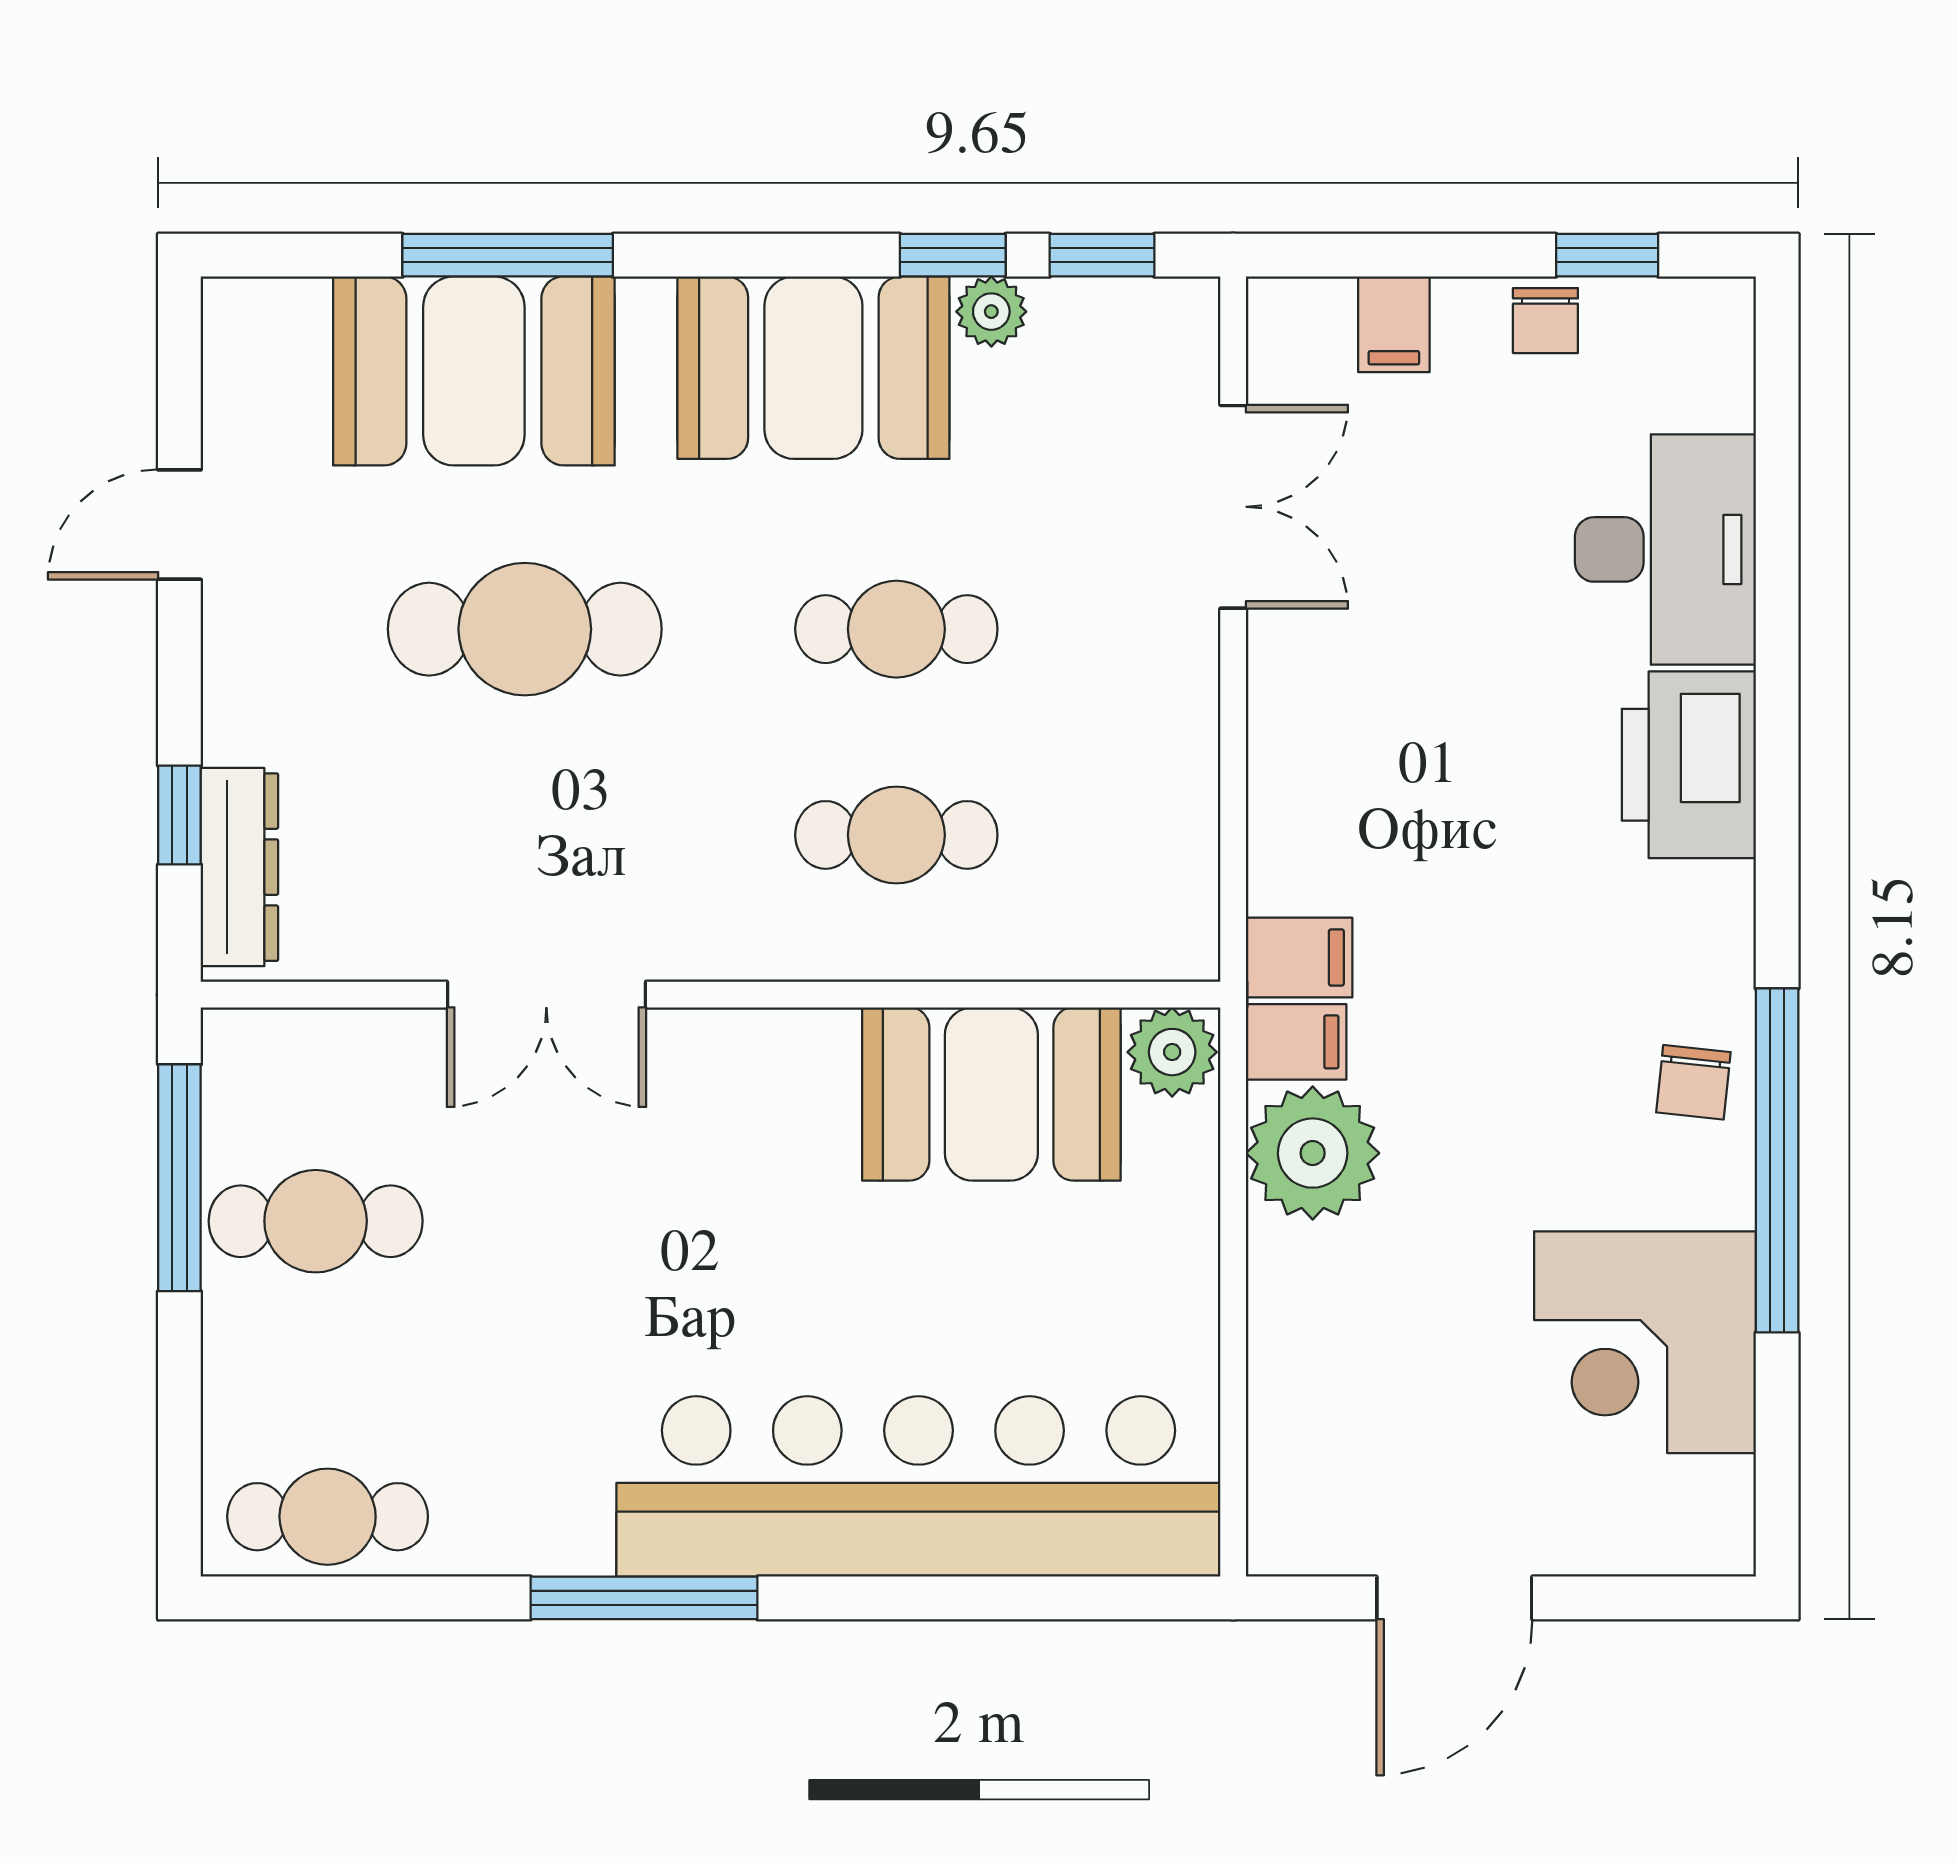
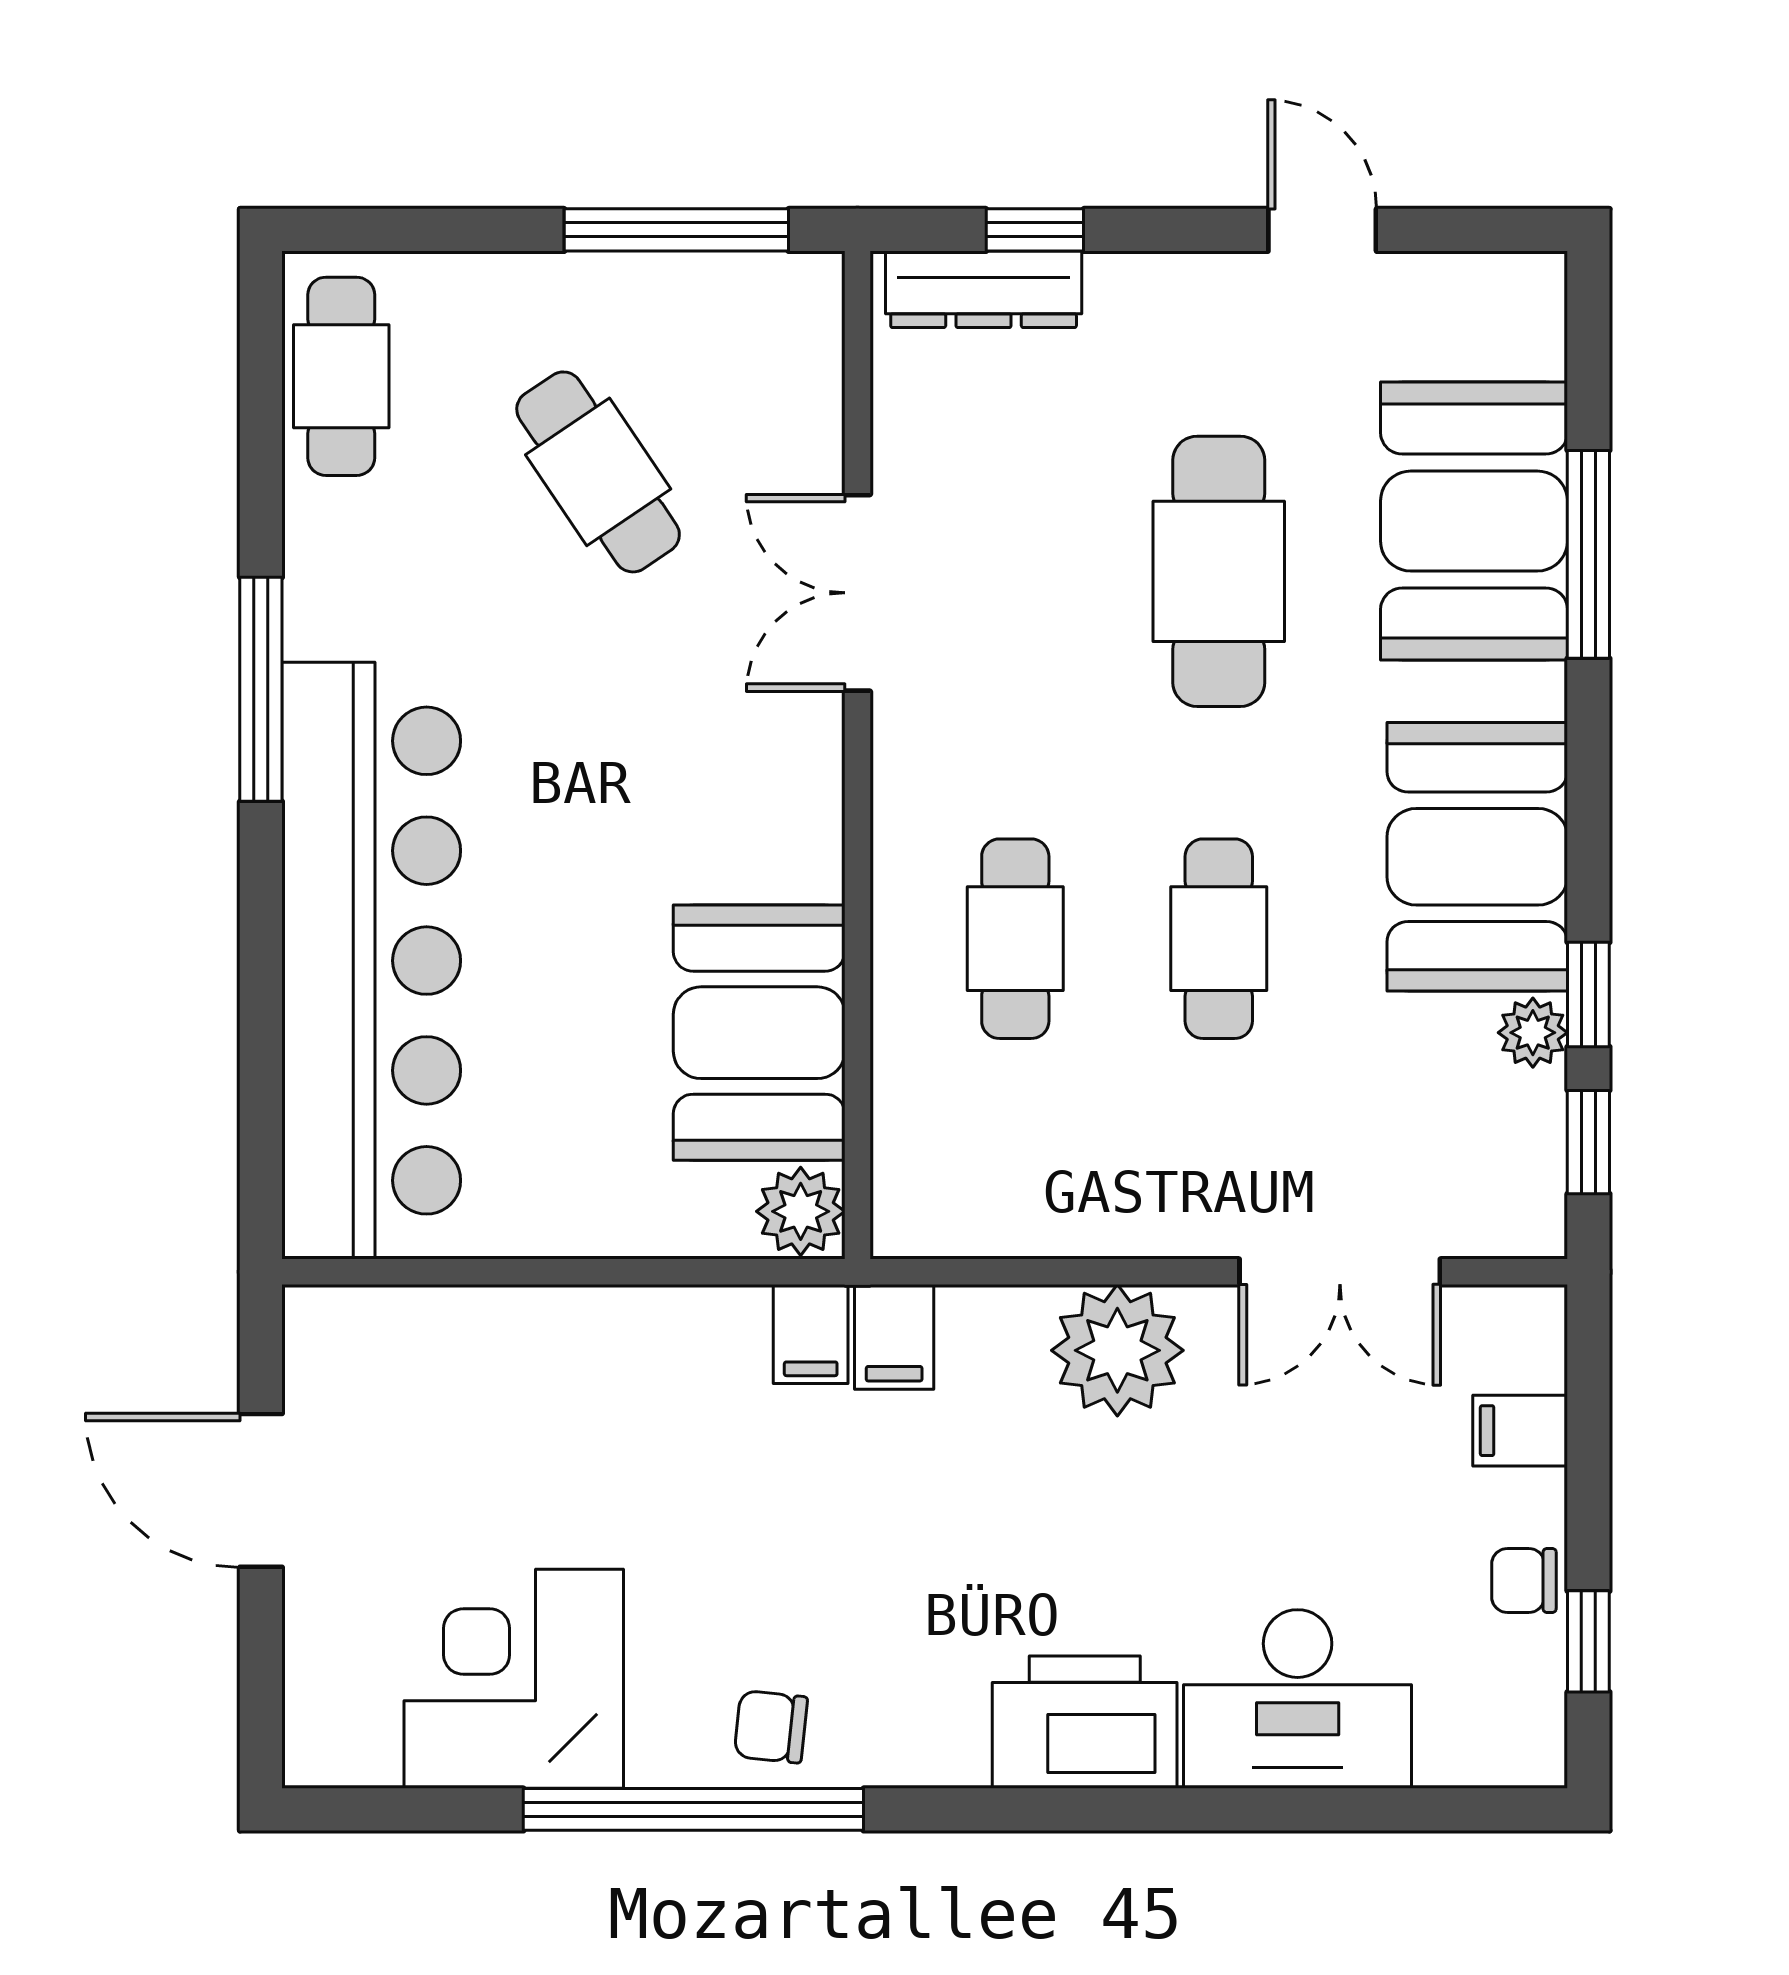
plant: (1313, 1153) -> (1117, 1350), moved
cafe table: (316, 1221) -> (598, 472), moved, turned -34

